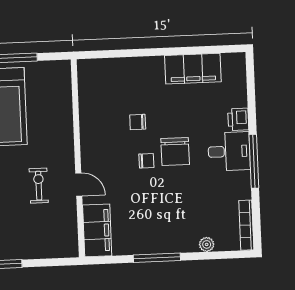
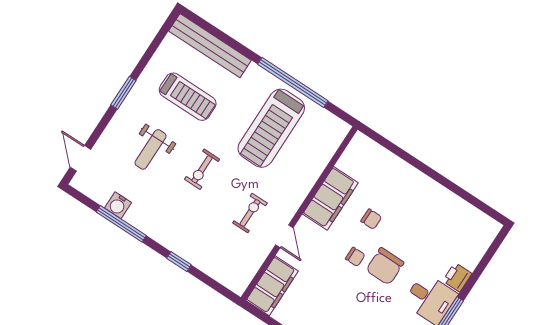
filing cabinet: (193, 69) -> (330, 198), moved, turned -90
chair: (138, 122) -> (371, 219), turned 180

